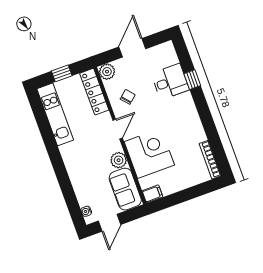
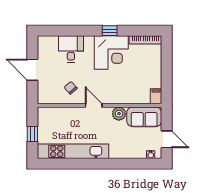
plant: (107, 72) -> (44, 97), removed
window: (192, 80) -> (110, 31), moved
locker: (94, 92) -> (57, 113), removed
kitchen unit: (55, 114) -> (73, 151), width x1.36
corner desk: (149, 153) -> (111, 53), moved, turned 180

